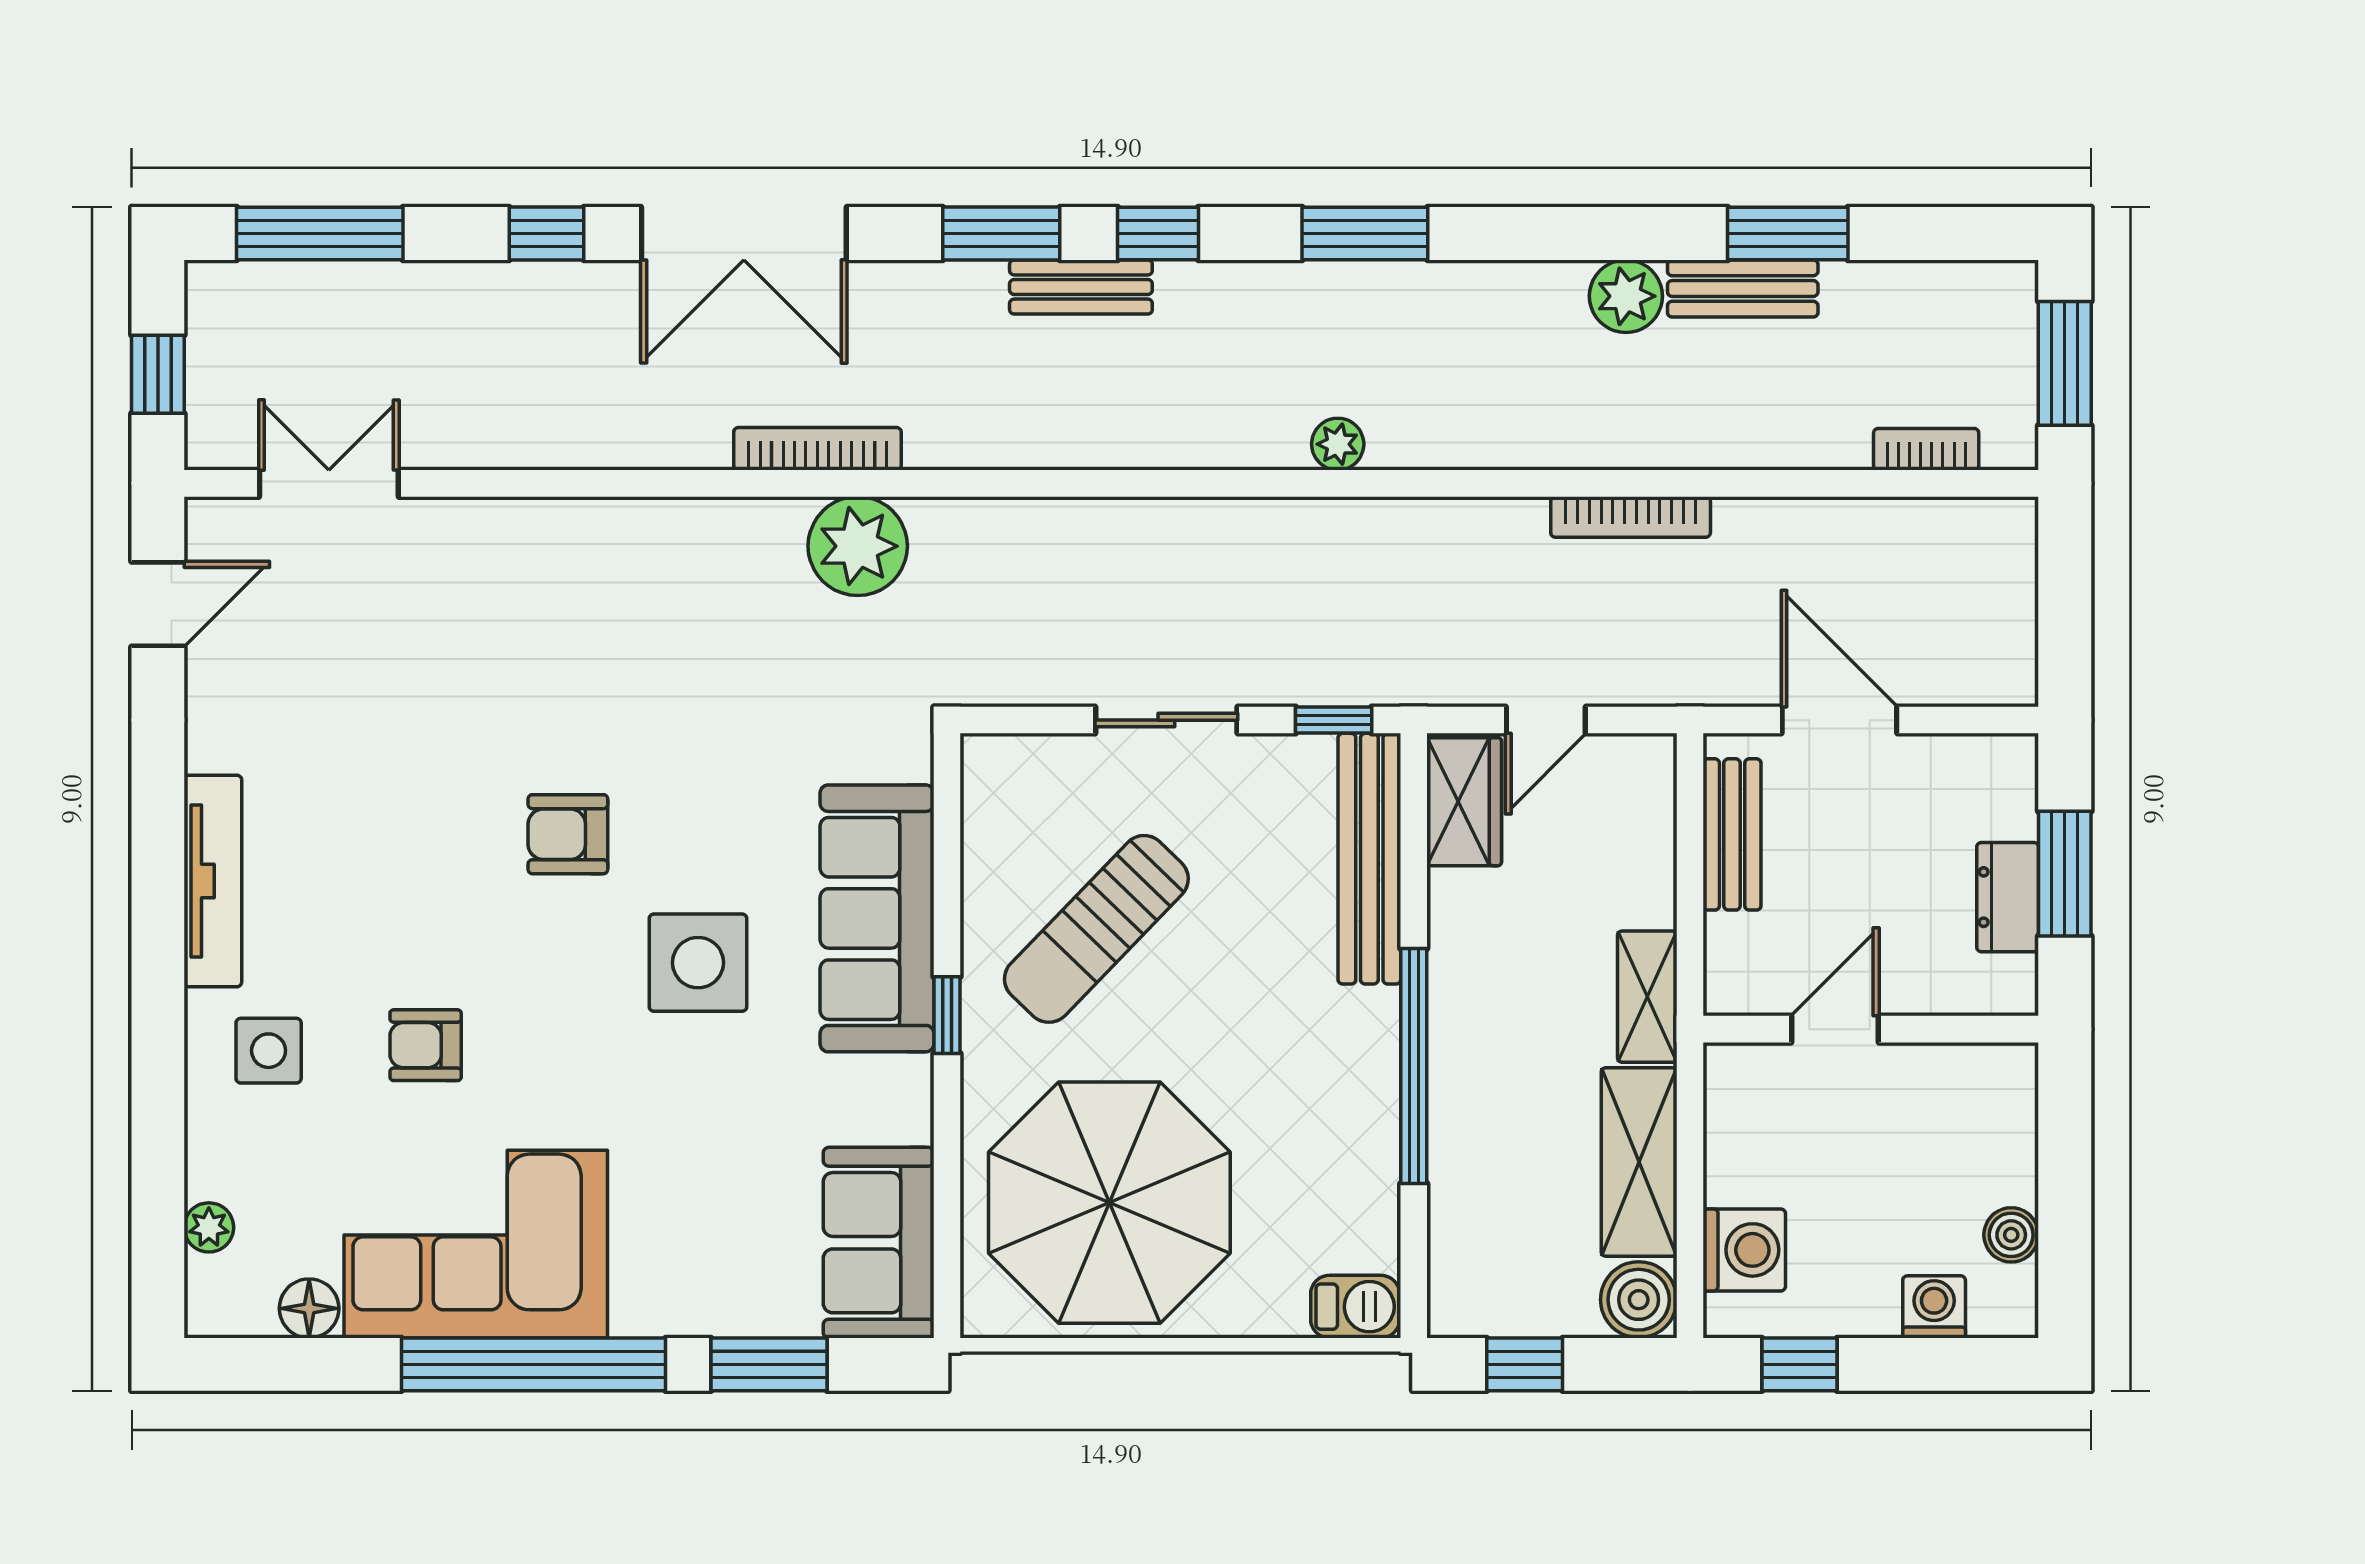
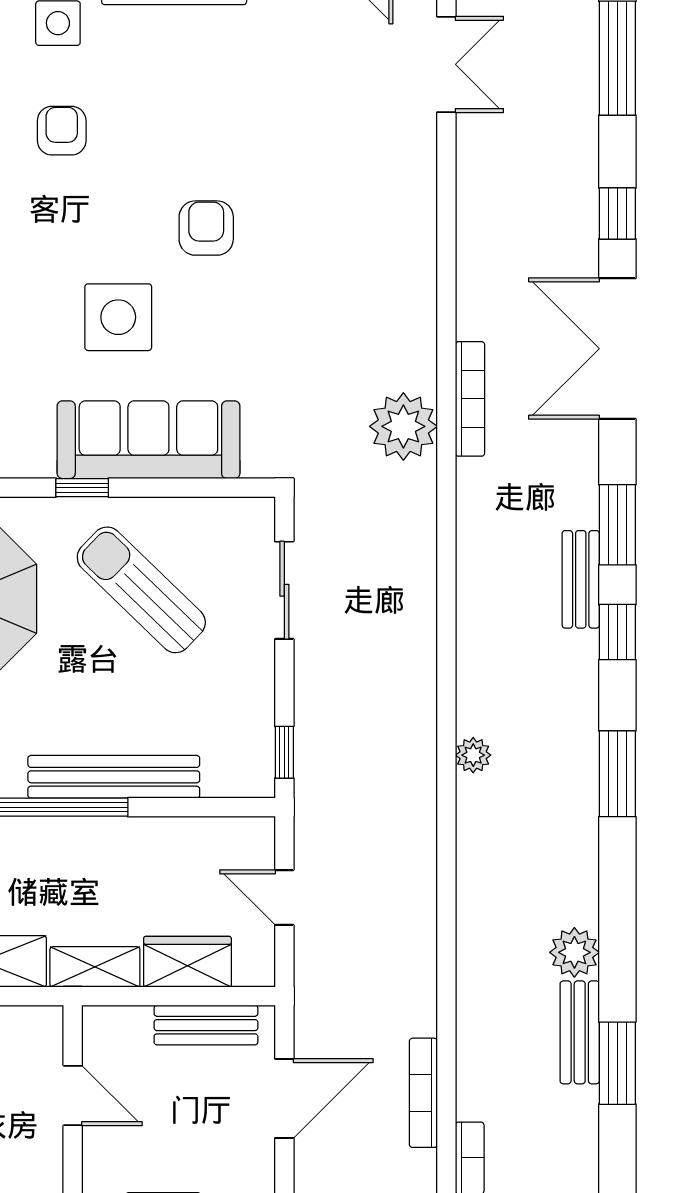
bookcase: (1631, 517) -> (423, 1093), moved
sliding door: (1166, 720) -> (284, 590), moved
wardrobe: (1464, 802) -> (187, 962), moved, turned 180
bench: (1369, 859) -> (114, 777), moved

